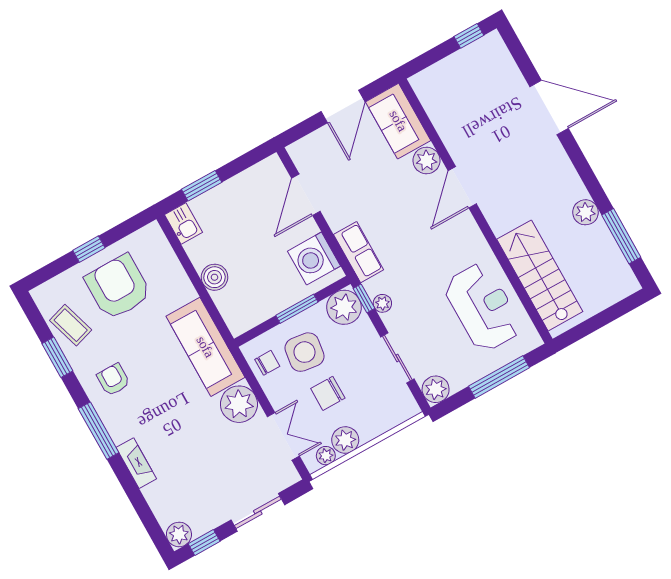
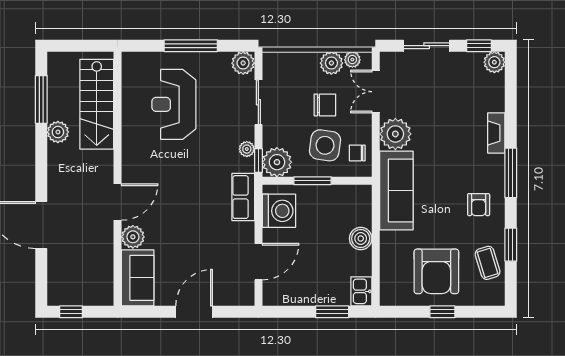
sofa: (398, 121) -> (138, 278), moved
plant: (427, 160) -> (133, 237), moved
door: (462, 187) -> (118, 202), moved
wall: (476, 211) -> (118, 179), moved
stairs: (540, 275) -> (97, 104), moved

